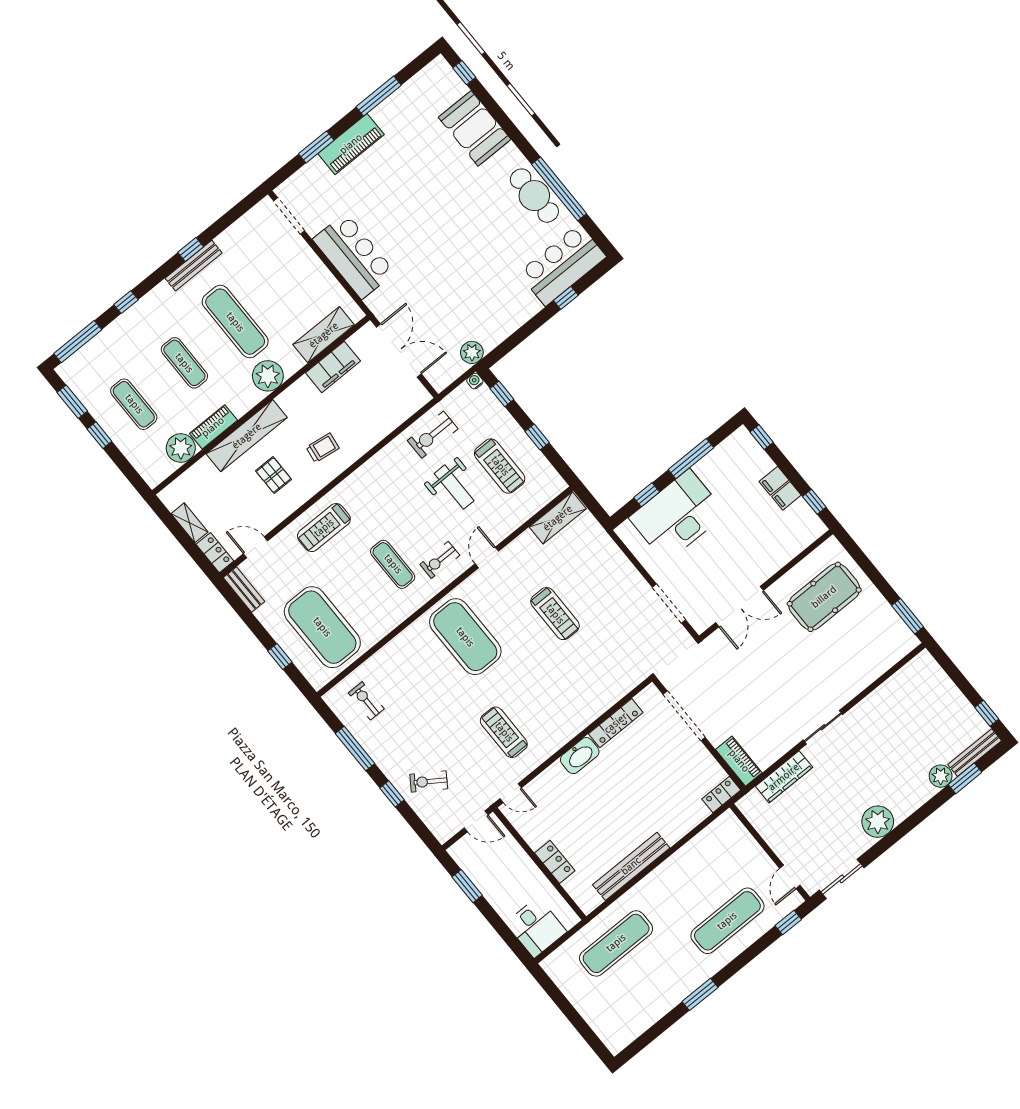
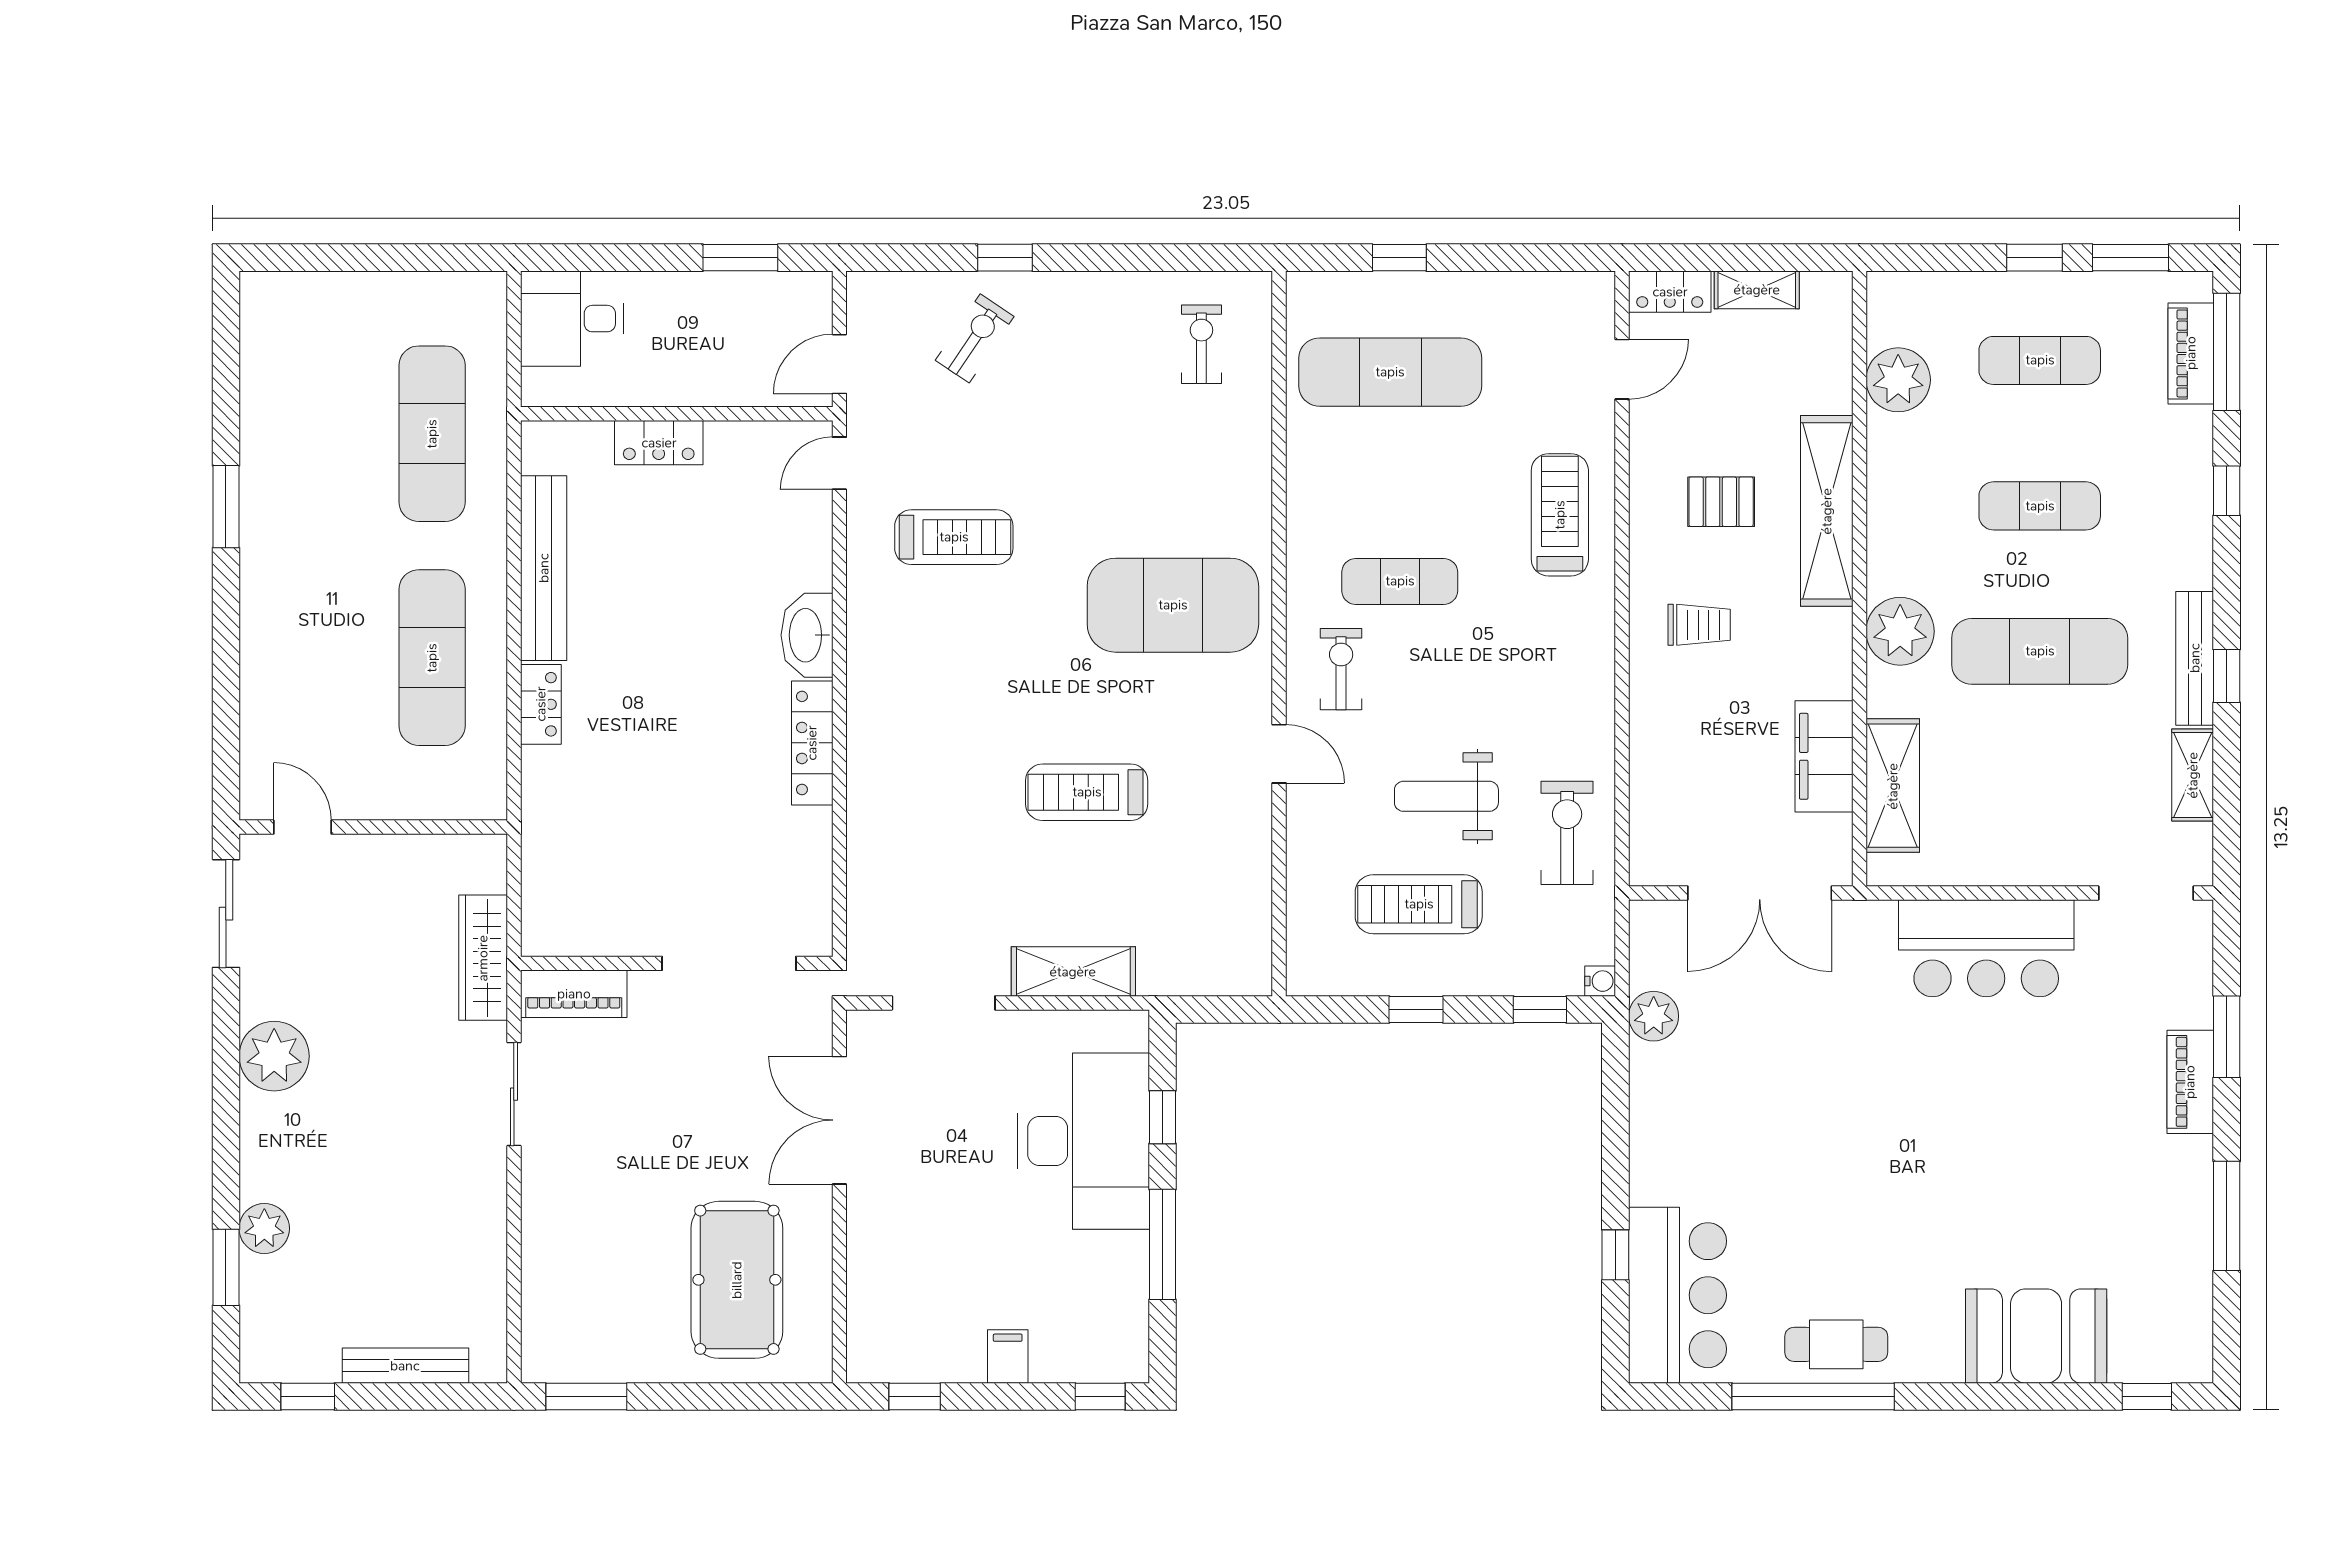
piano: (351, 144) -> (2190, 1082), width x0.73, depth x0.75
cafe table: (534, 196) -> (1836, 1344), width x0.73, depth x0.74
shelving: (235, 233) -> (2193, 775), added
piano: (213, 427) -> (2191, 353), moved, turned 180
trolley: (323, 448) -> (1699, 625), turned -98
filing cabinet: (786, 496) -> (964, 1357), removed
shelving: (558, 518) -> (1073, 972), moved, turned 90
bench: (244, 590) -> (1565, 290), removed
exercise mat: (322, 627) -> (1390, 372), width x0.68
exercise bike: (366, 701) -> (1201, 344), turned -90
doorway: (684, 716) -> (729, 963), moved
wall: (699, 734) -> (677, 963), moved
window: (355, 749) -> (1135, 258), removed
bench: (975, 753) -> (405, 1366), moved, turned 90
piano: (739, 761) -> (574, 994), moved
locker: (721, 795) -> (541, 704), moved
exercise mat: (727, 921) -> (432, 658), moved
window: (788, 922) -> (226, 760), removed

